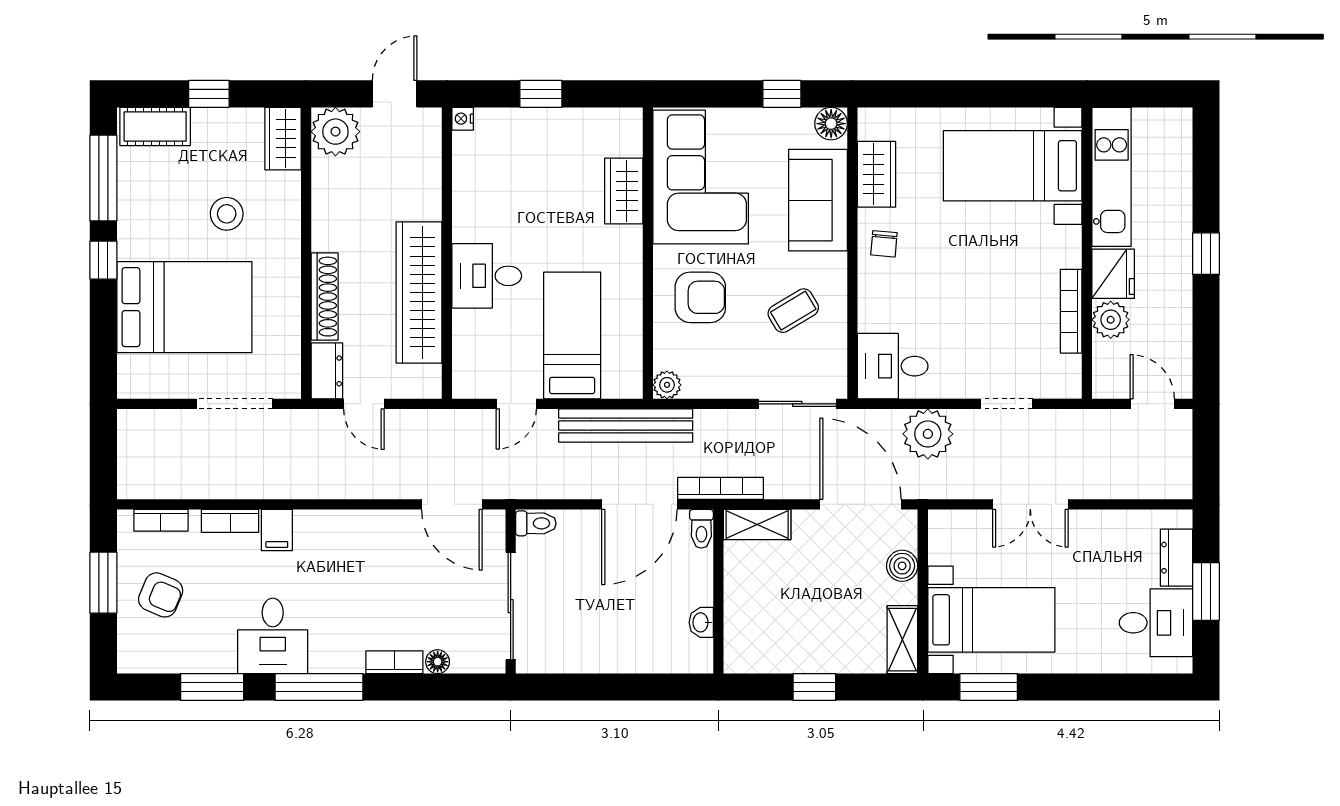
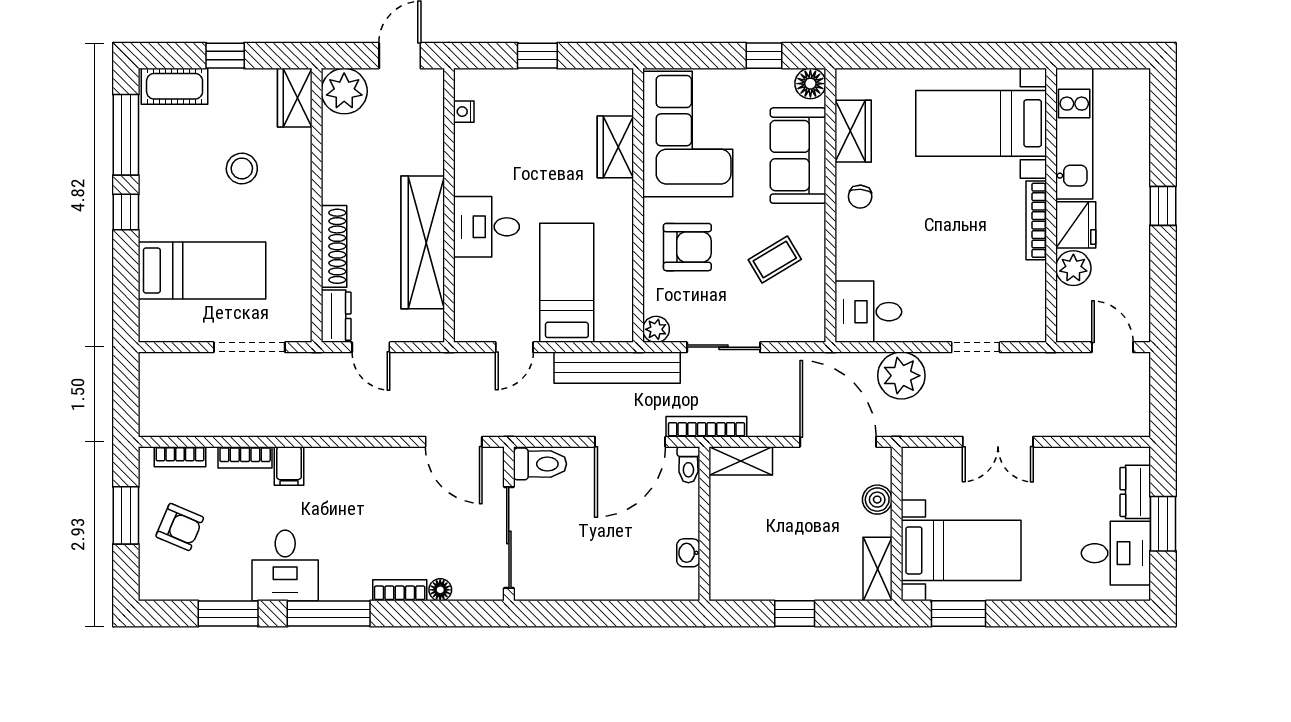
nightstand: (463, 119) -> (464, 112), moved
bed: (184, 307) -> (202, 271), width x0.67
bookcase: (1071, 311) -> (1036, 220), moved
sliding door: (797, 404) -> (724, 347), moved
toilet: (536, 523) -> (540, 464), width x1.37, depth x1.39

